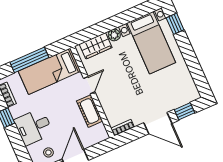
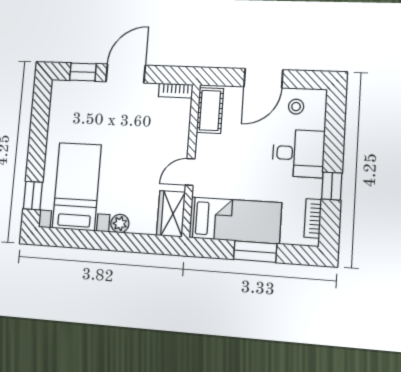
wardrobe: (96, 46) -> (171, 214), moved, turned -90
window: (29, 60) -> (255, 252), width x0.69
cot: (90, 111) -> (210, 110), moved
door: (158, 123) -> (126, 73), hinge flipped

